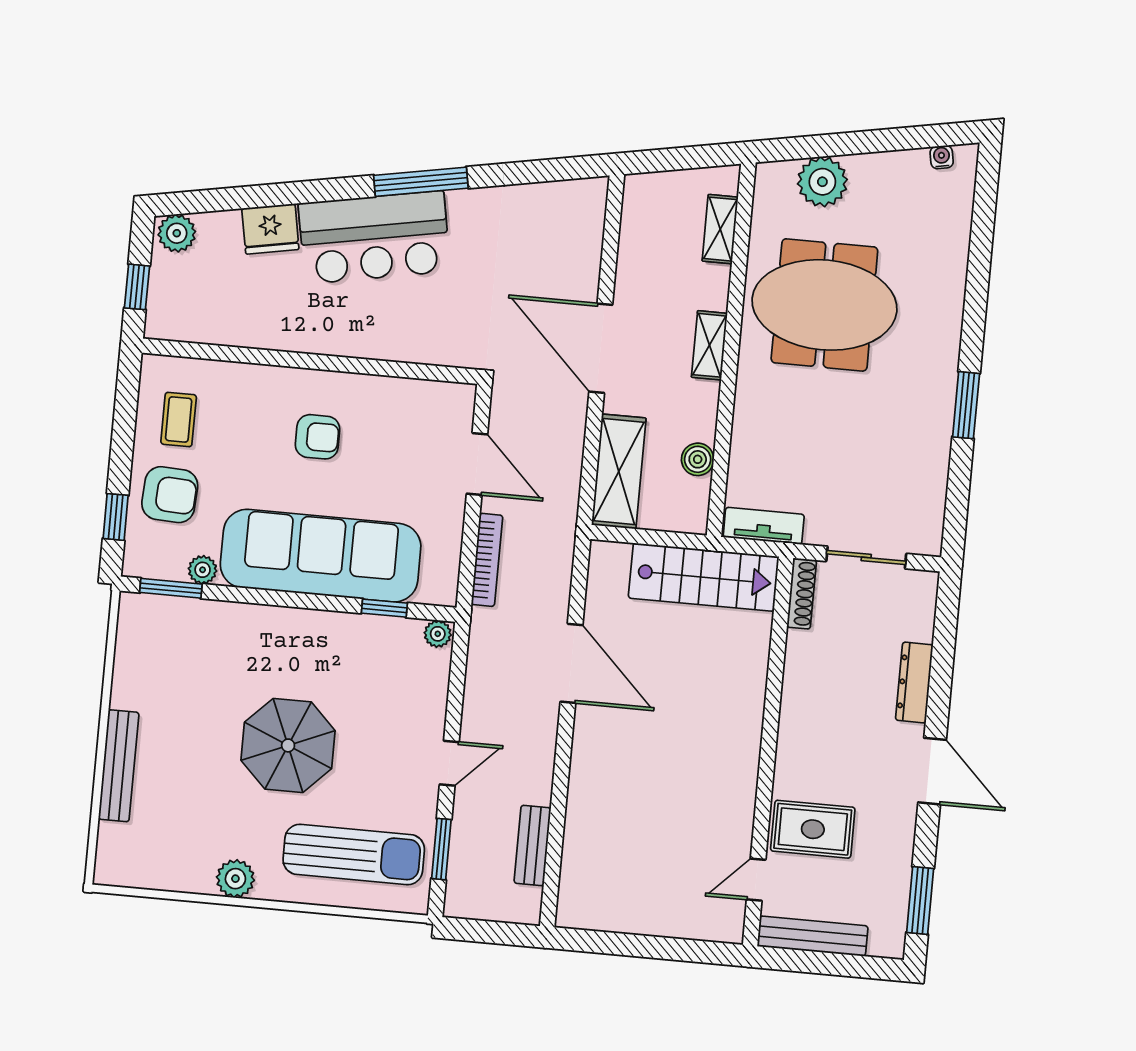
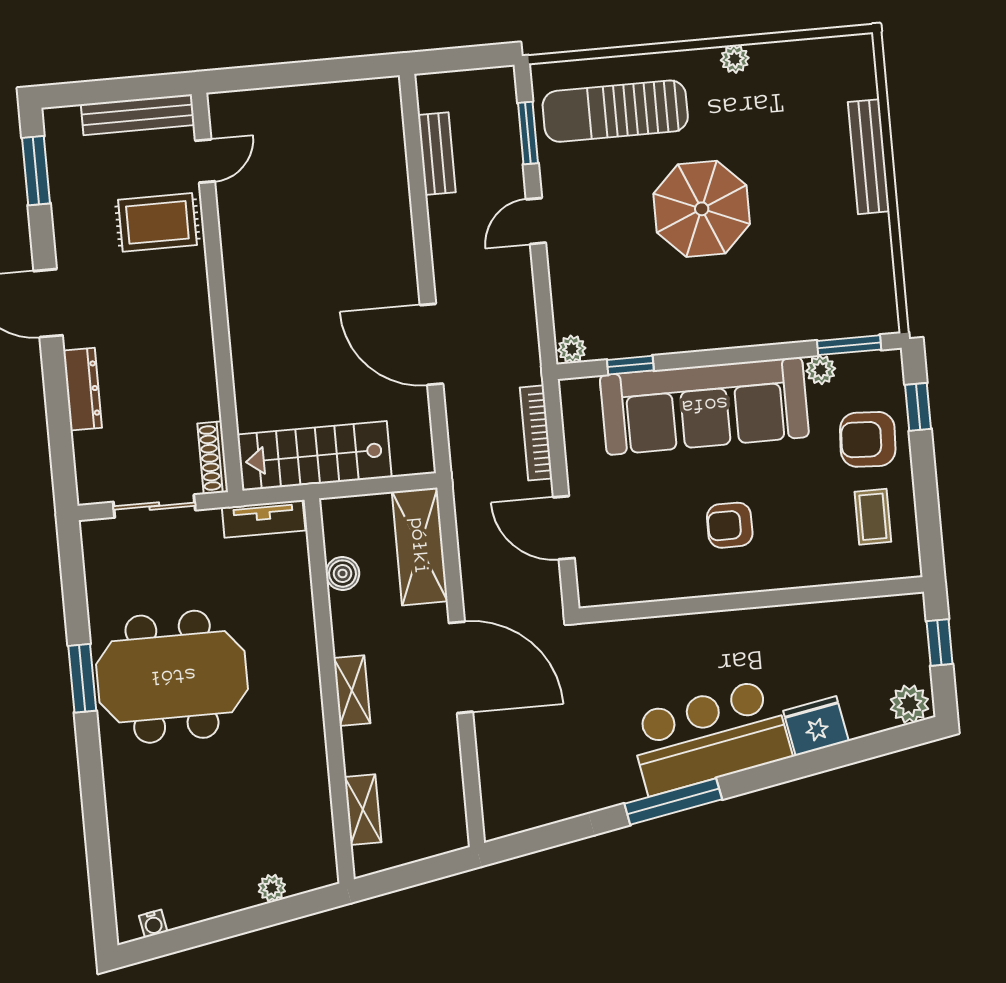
plant: (822, 182) -> (272, 888), width x0.53, depth x0.53
meeting table: (824, 305) -> (172, 677), moved
plant: (235, 879) -> (735, 59), width x0.73, depth x0.73

